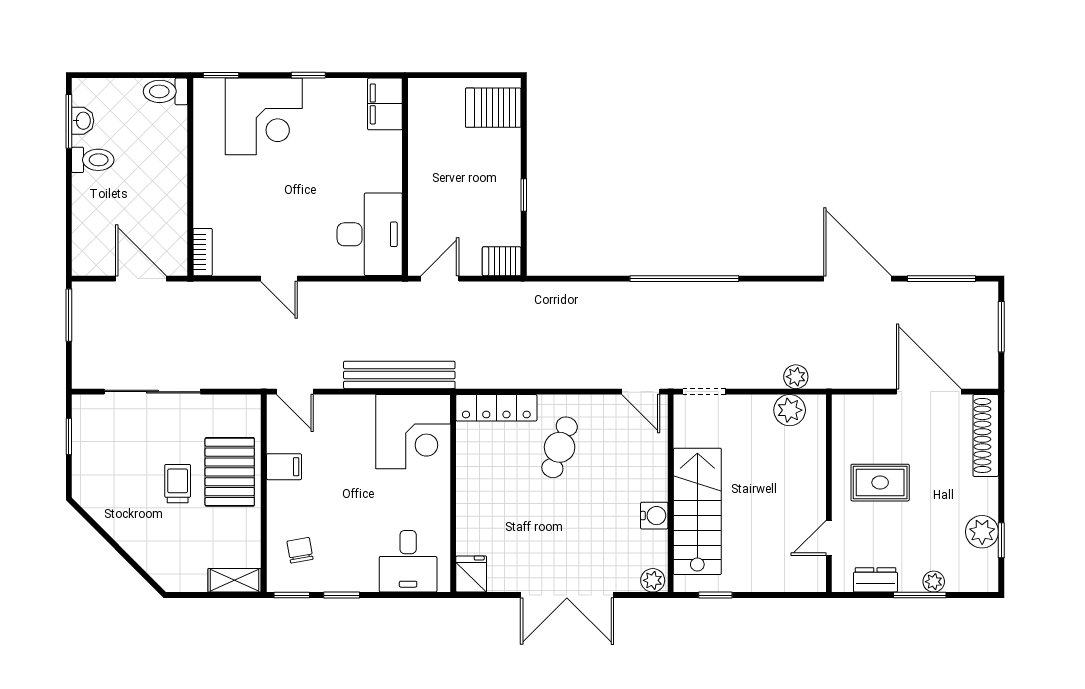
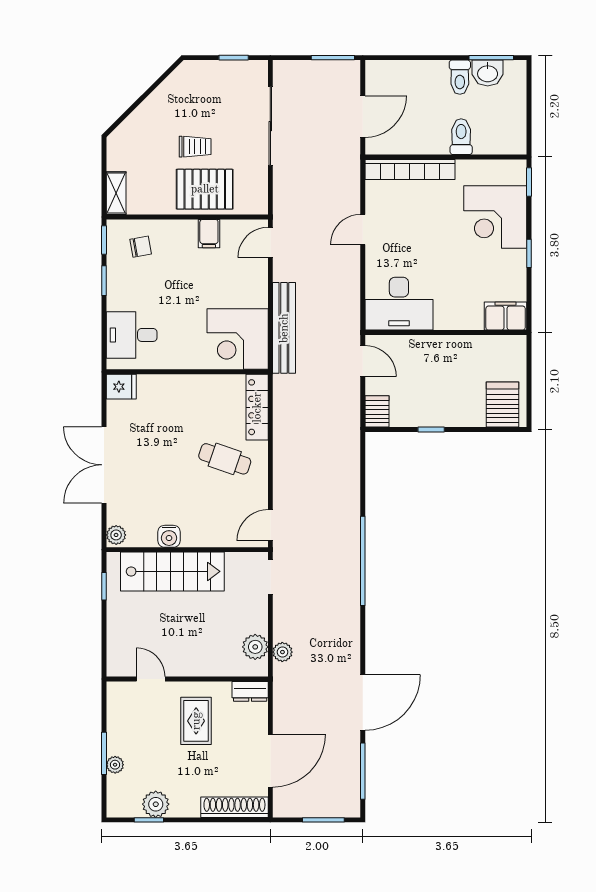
toilet: (165, 91) -> (461, 137), moved
washbasin: (83, 121) -> (488, 73), width x1.38, depth x1.45
bookcase: (203, 252) -> (410, 169), width x2.31, depth x1.31
dresser: (875, 580) -> (250, 691), moved, turned 90

